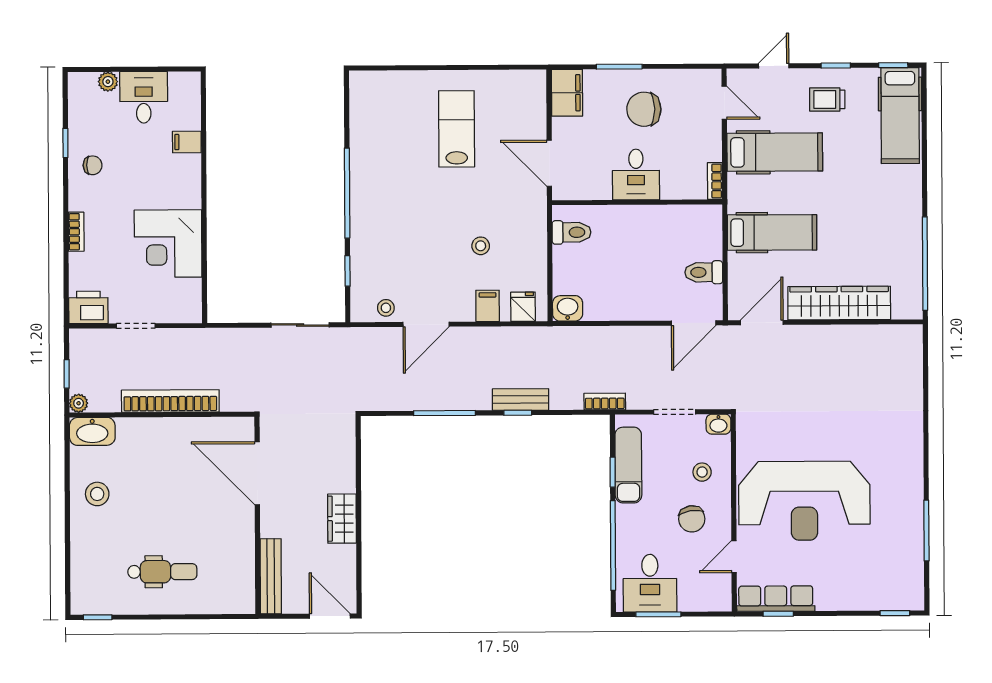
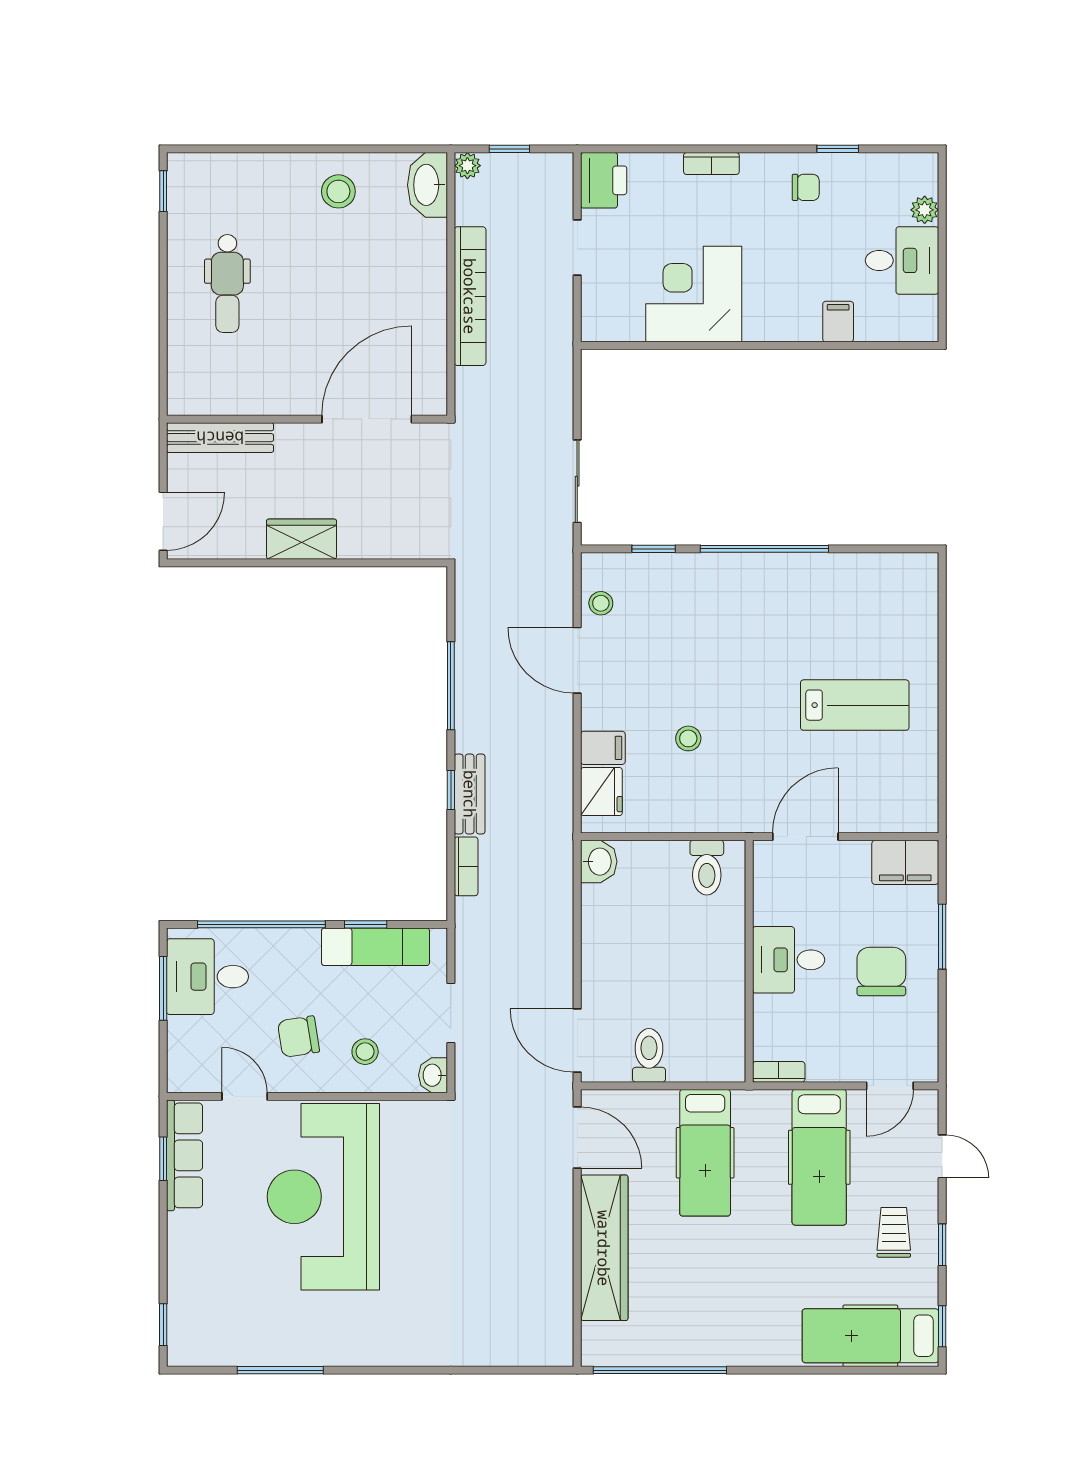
chair: (93, 165) -> (806, 187), turned -90
fridge: (523, 307) -> (601, 792), width x1.38
bookcase: (605, 401) -> (466, 866), moved

